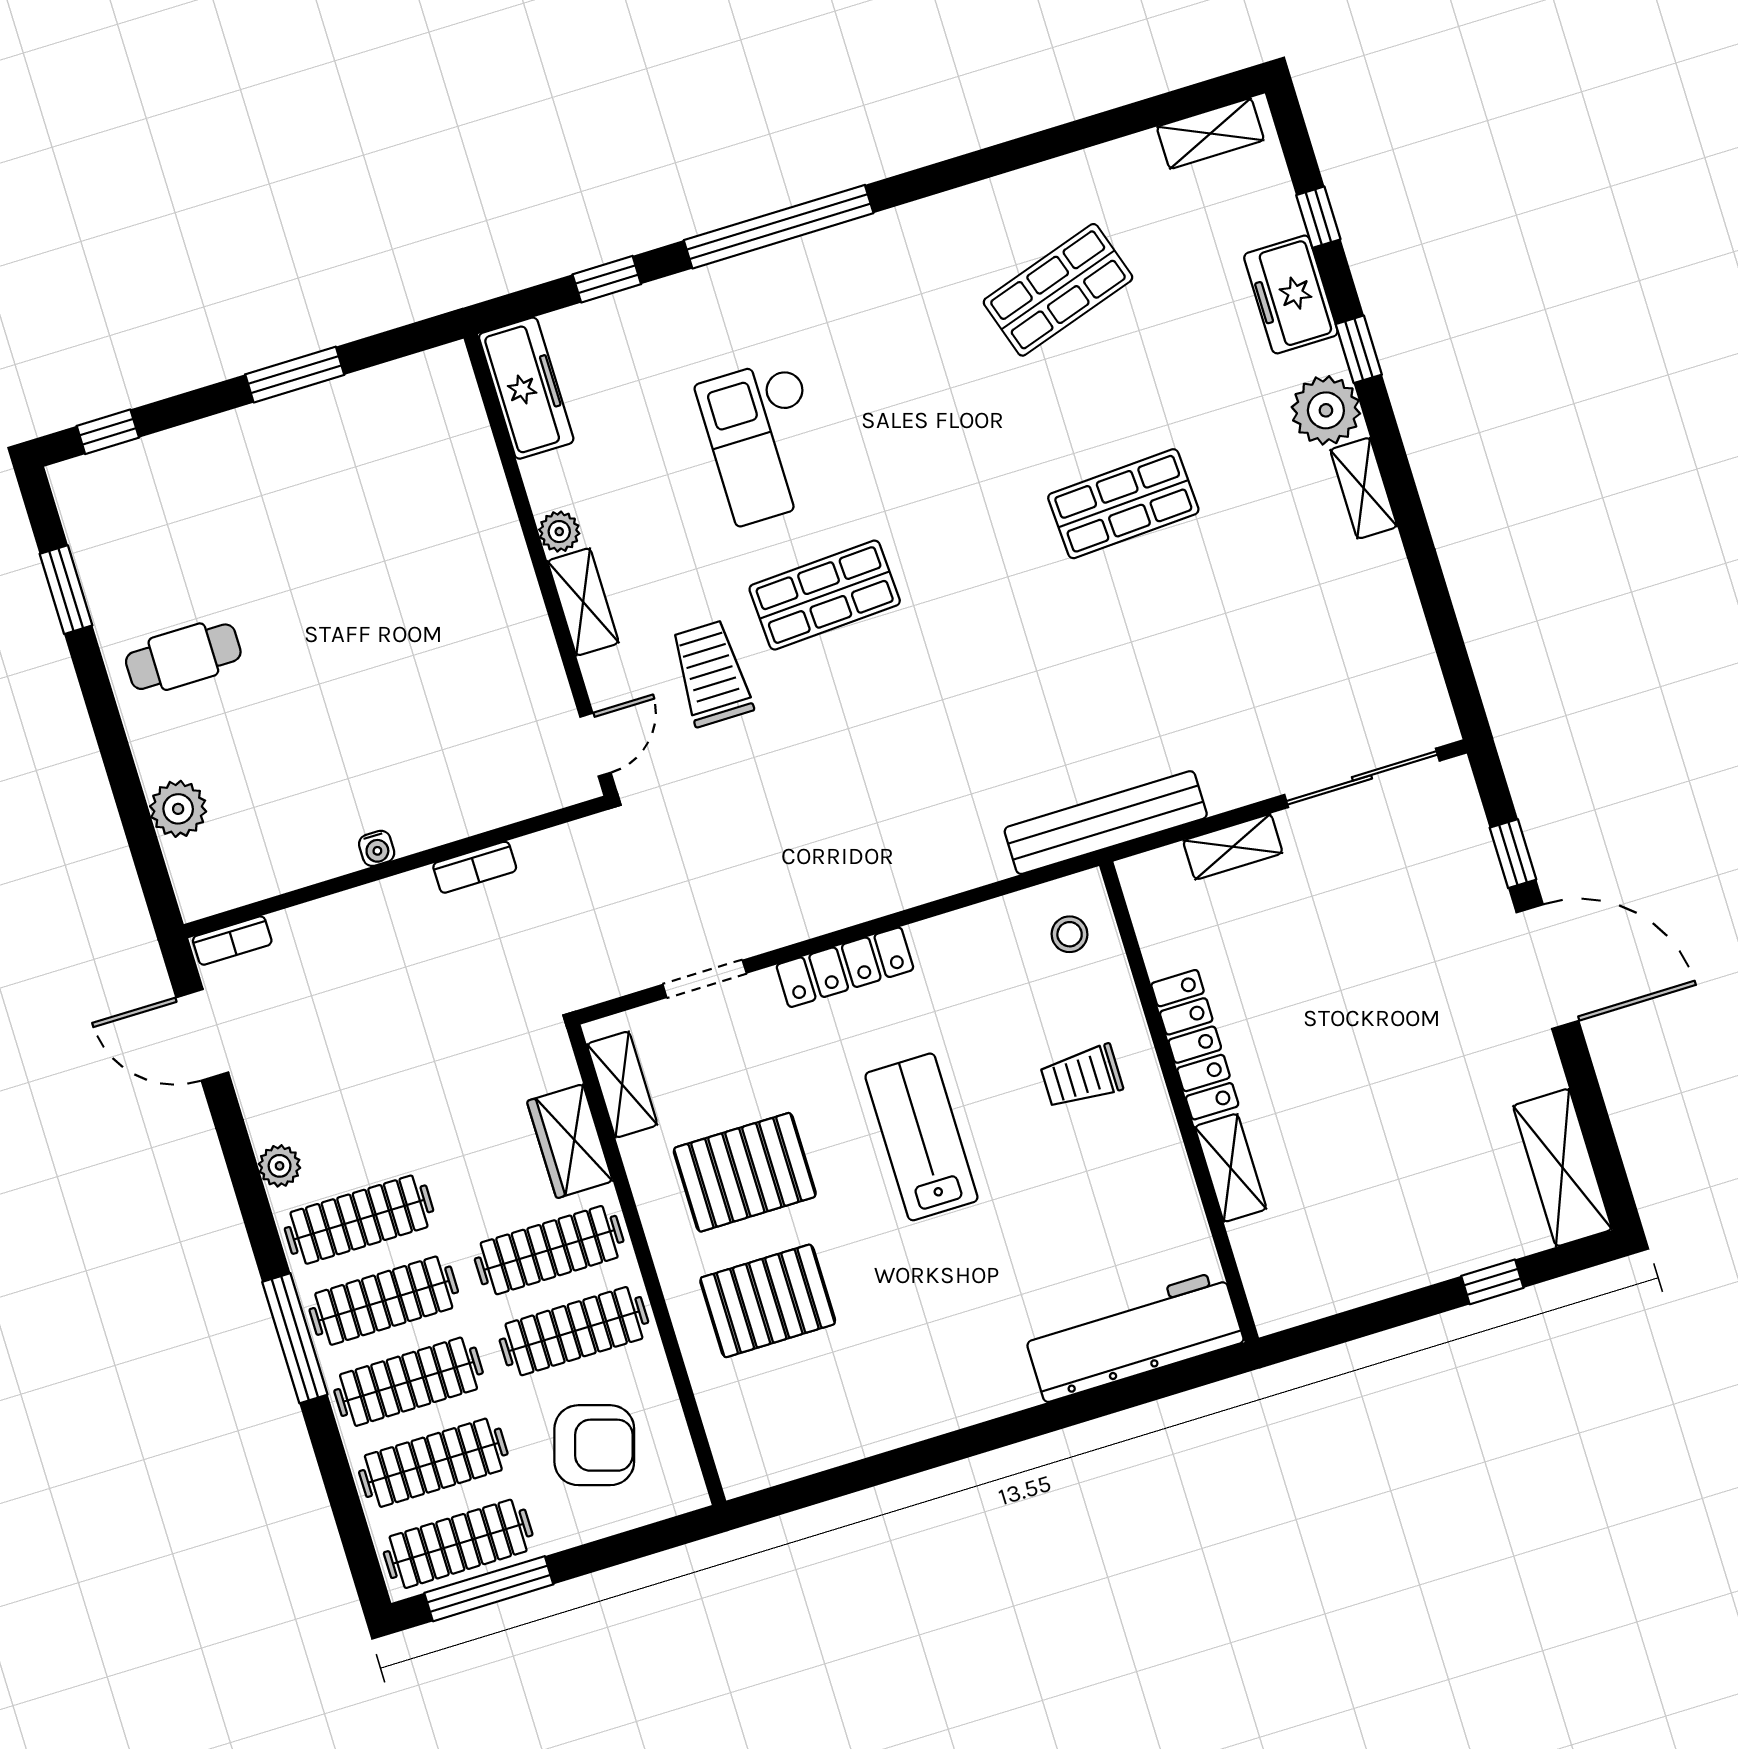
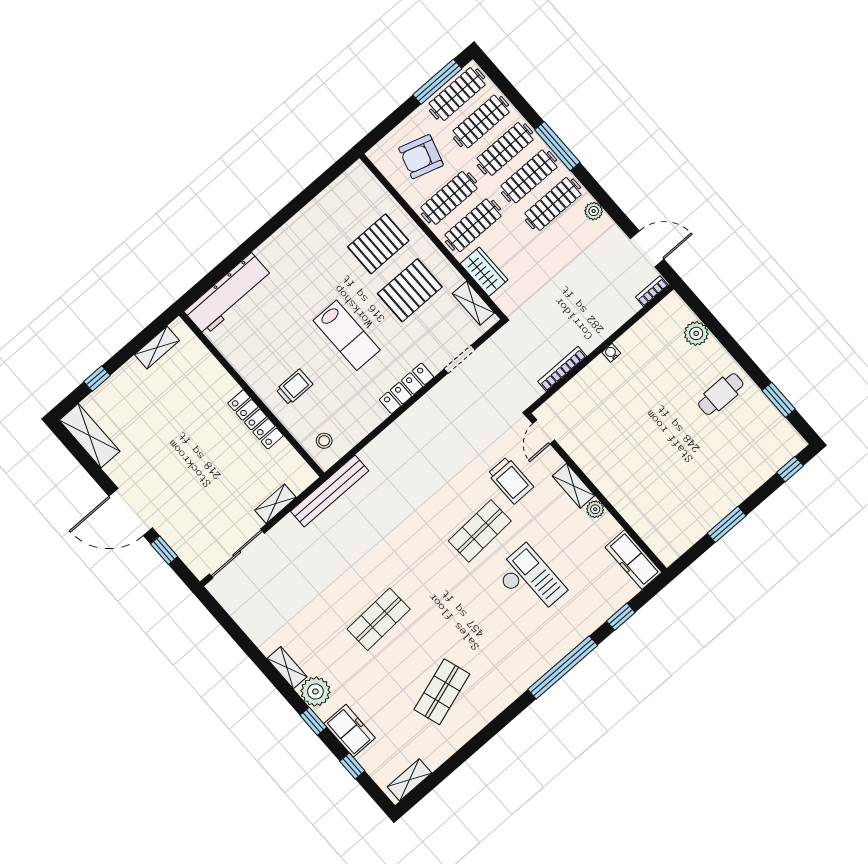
bookcase: (475, 867) -> (562, 369), width x1.56
shelving: (1231, 1168) -> (157, 348), moved, turned 90

